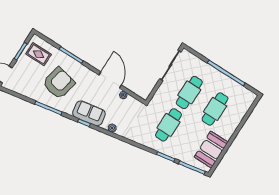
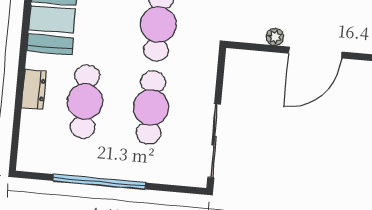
door: (110, 80) -> (315, 53), hinge flipped
dresser: (233, 125) -> (34, 89), added

